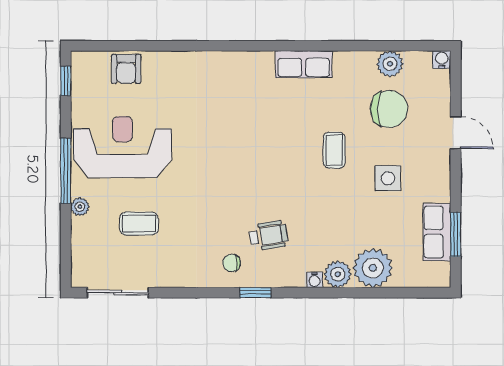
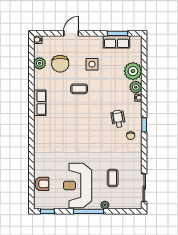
chair: (389, 109) -> (60, 64), turned 180

